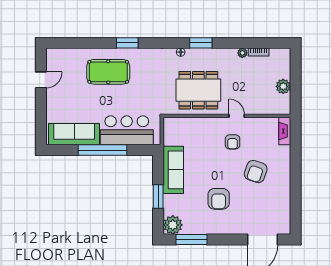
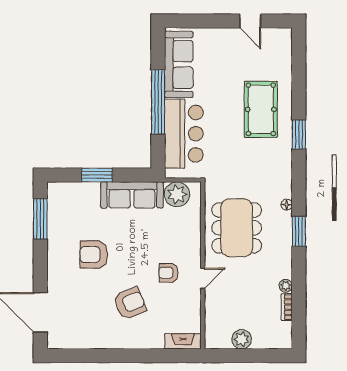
armchair: (256, 172) -> (130, 303), turned 139
plant: (173, 225) -> (177, 194), moved

